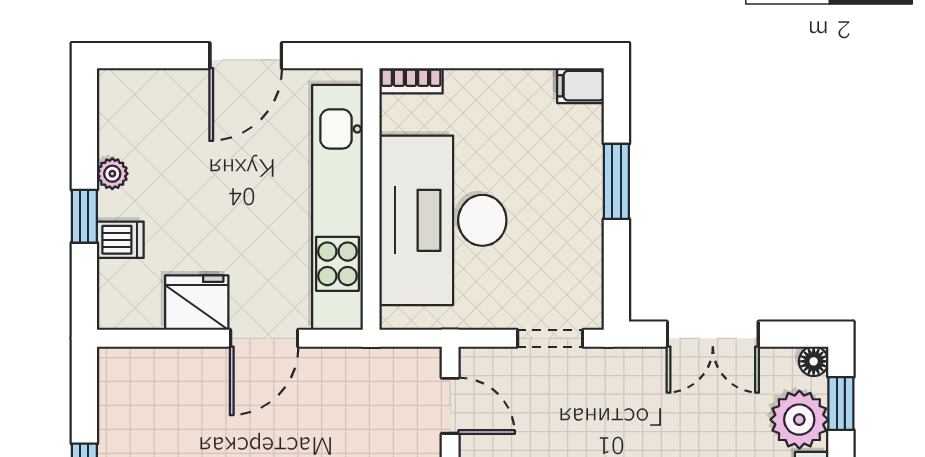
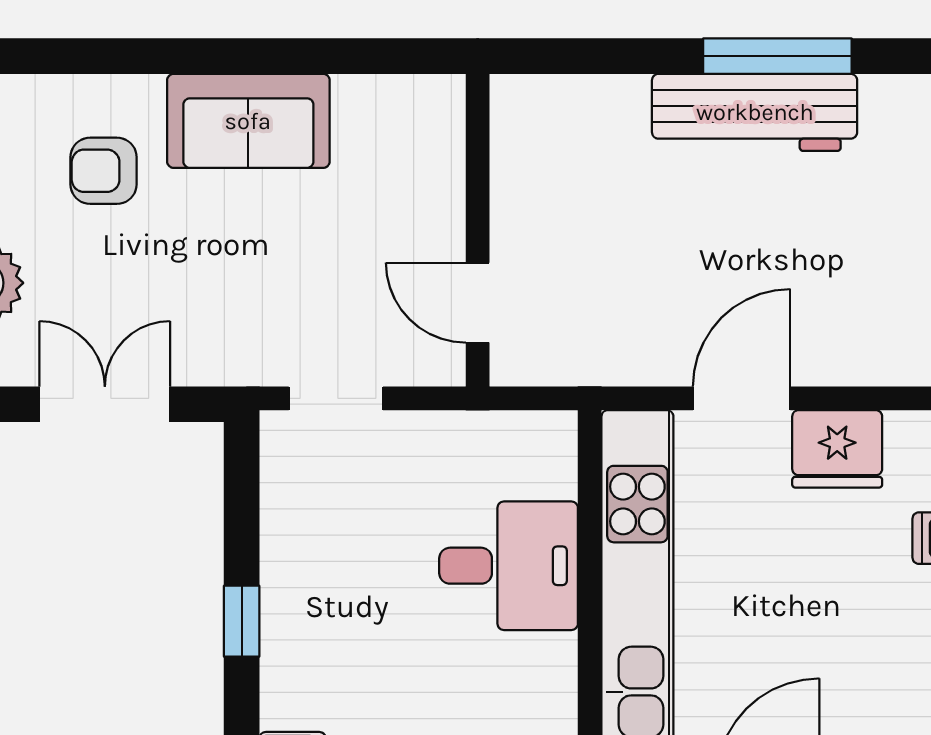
window: (616, 181) -> (242, 621), width x0.67
desk: (443, 220) -> (509, 566), width x0.53, depth x0.77

